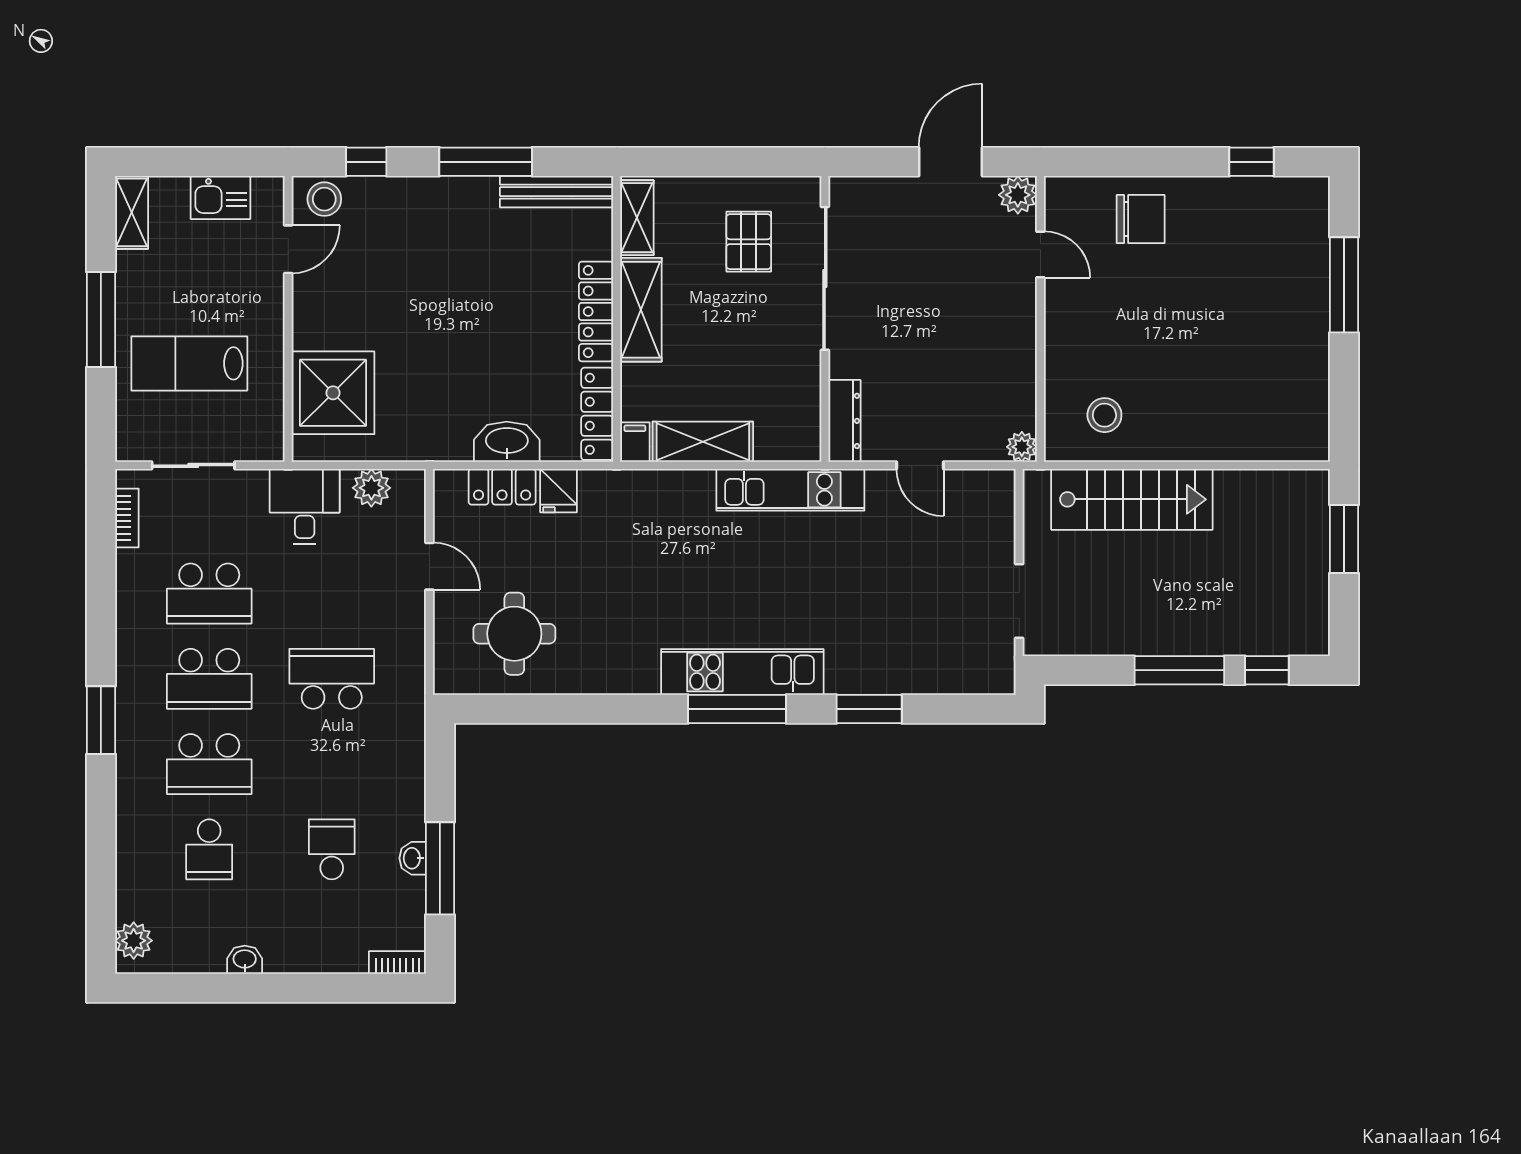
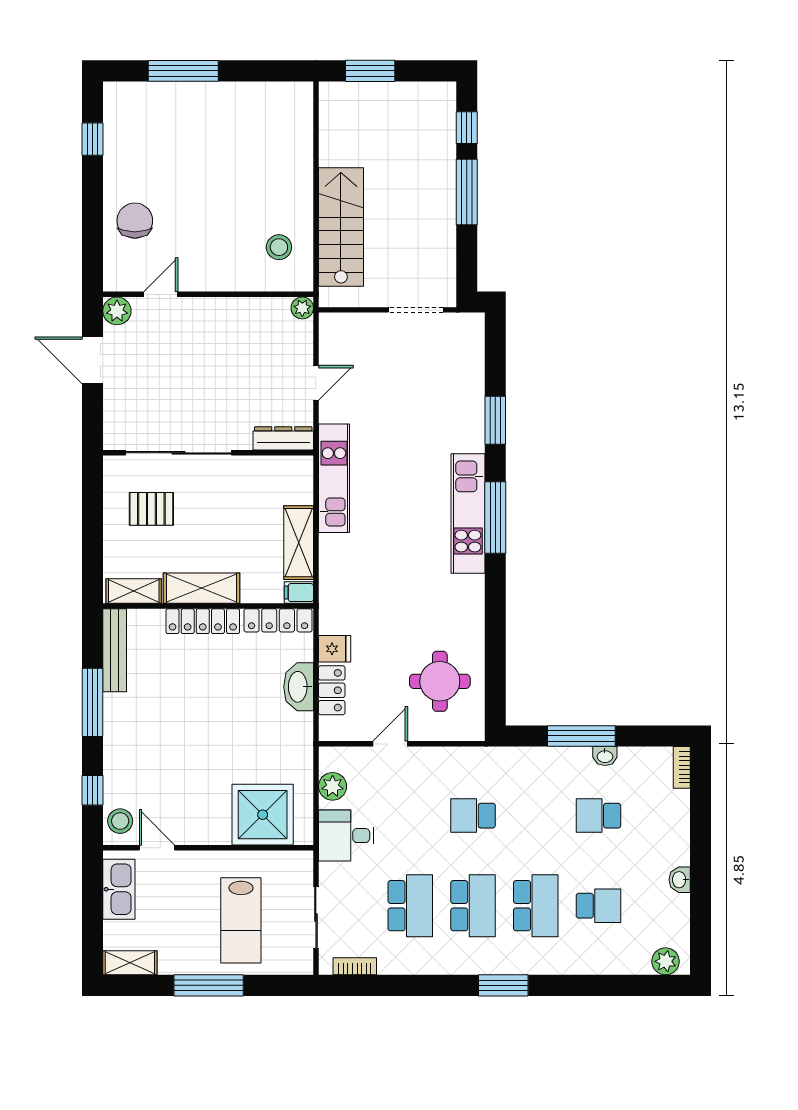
kitchen sink: (220, 197) -> (119, 889), width x1.38
school desk: (332, 679) -> (473, 816), width x0.54
window: (440, 868) -> (581, 736), moved

